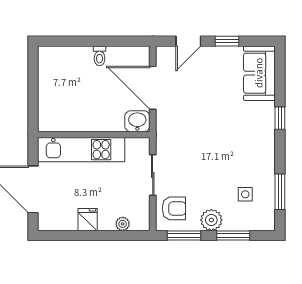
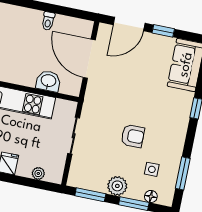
door: (188, 41) -> (129, 24), width x1.38
washbasin: (137, 121) -> (48, 81), moved
armchair: (174, 208) -> (133, 136), moved
floor lamp: (250, 224) -> (151, 196), added

